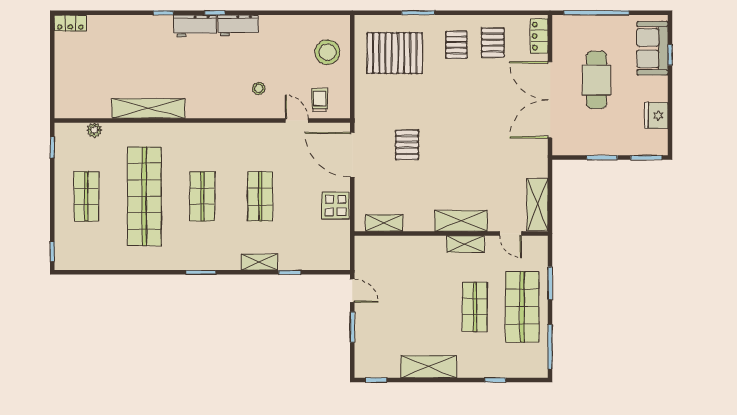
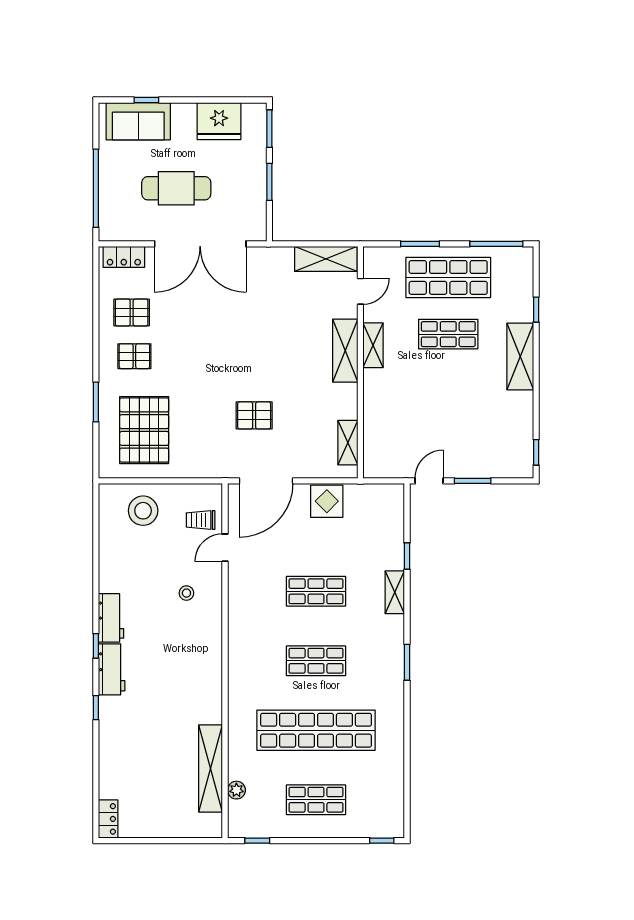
shelving: (149, 108) -> (211, 769), moved
fridge: (656, 116) -> (219, 121), width x1.36, depth x1.34
shelving: (429, 367) -> (520, 356), moved

